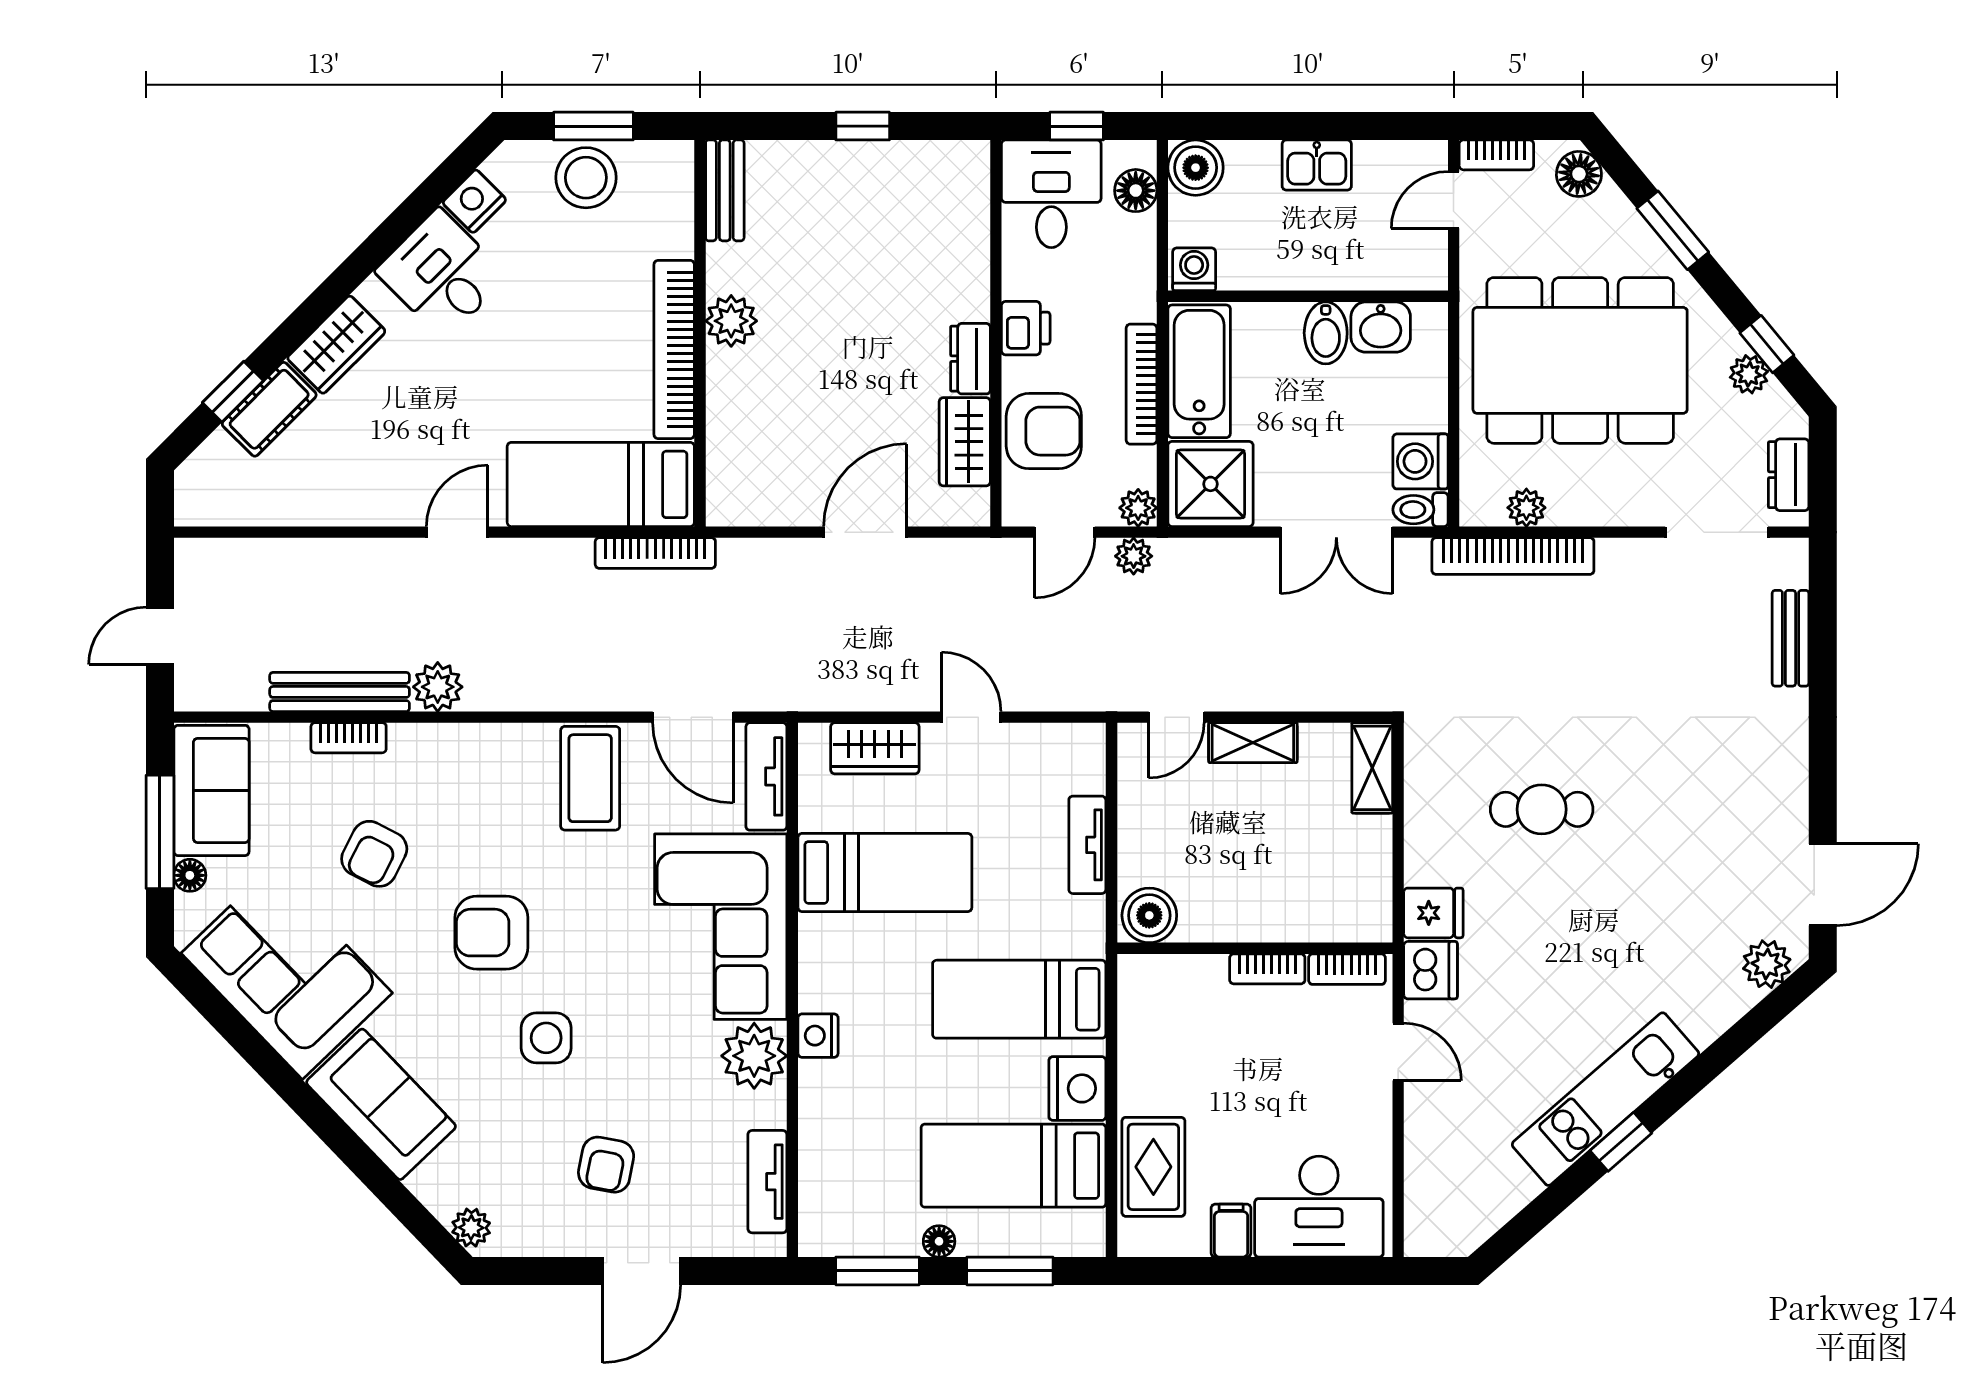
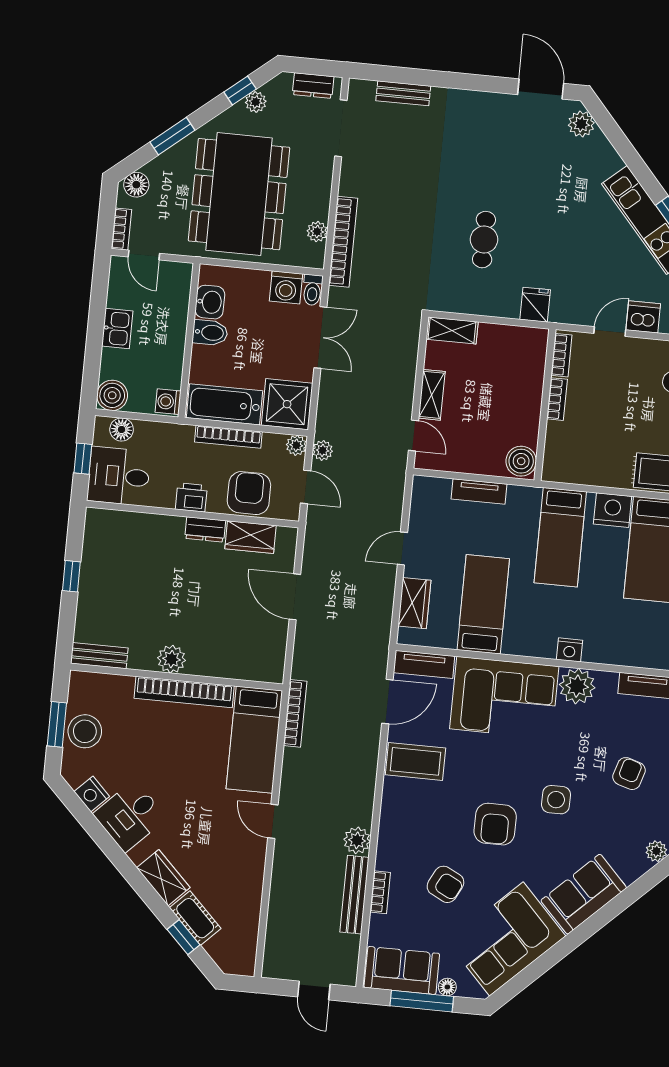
dishwasher: (1431, 970) -> (643, 317), moved
armchair: (606, 1165) -> (629, 774), turned -84

